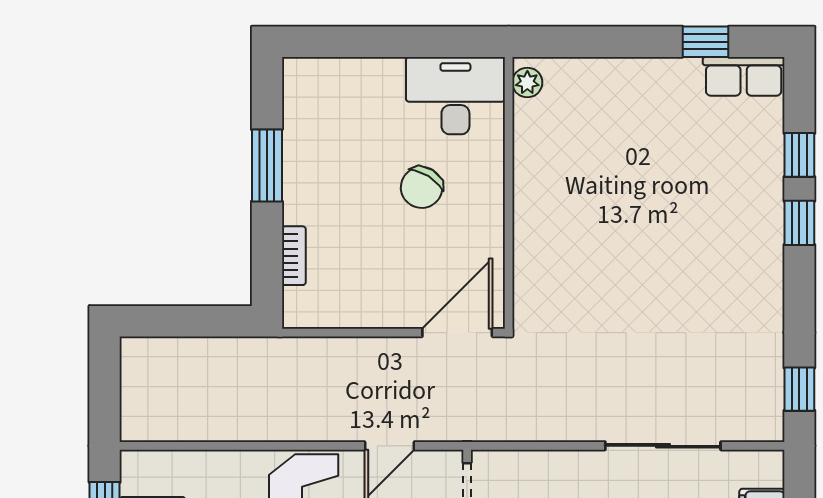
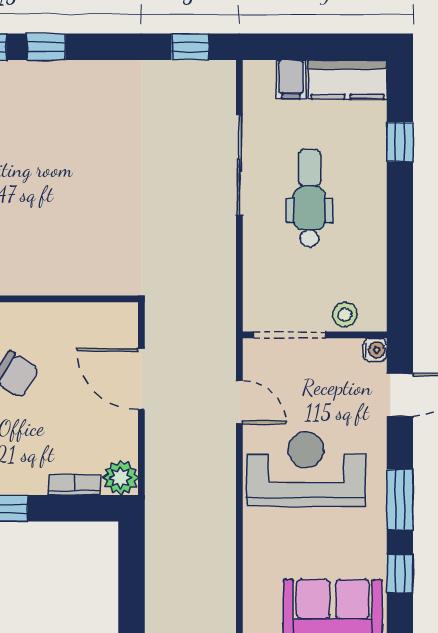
plant: (302, 309) -> (120, 478), added
door: (457, 333) -> (141, 379), moved

